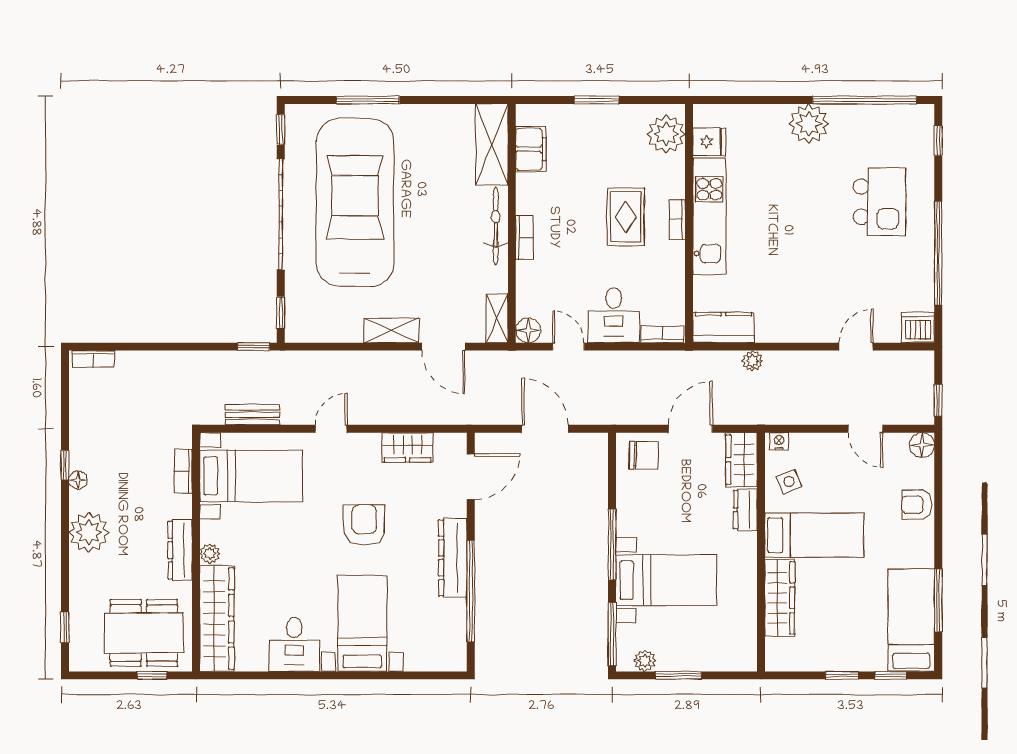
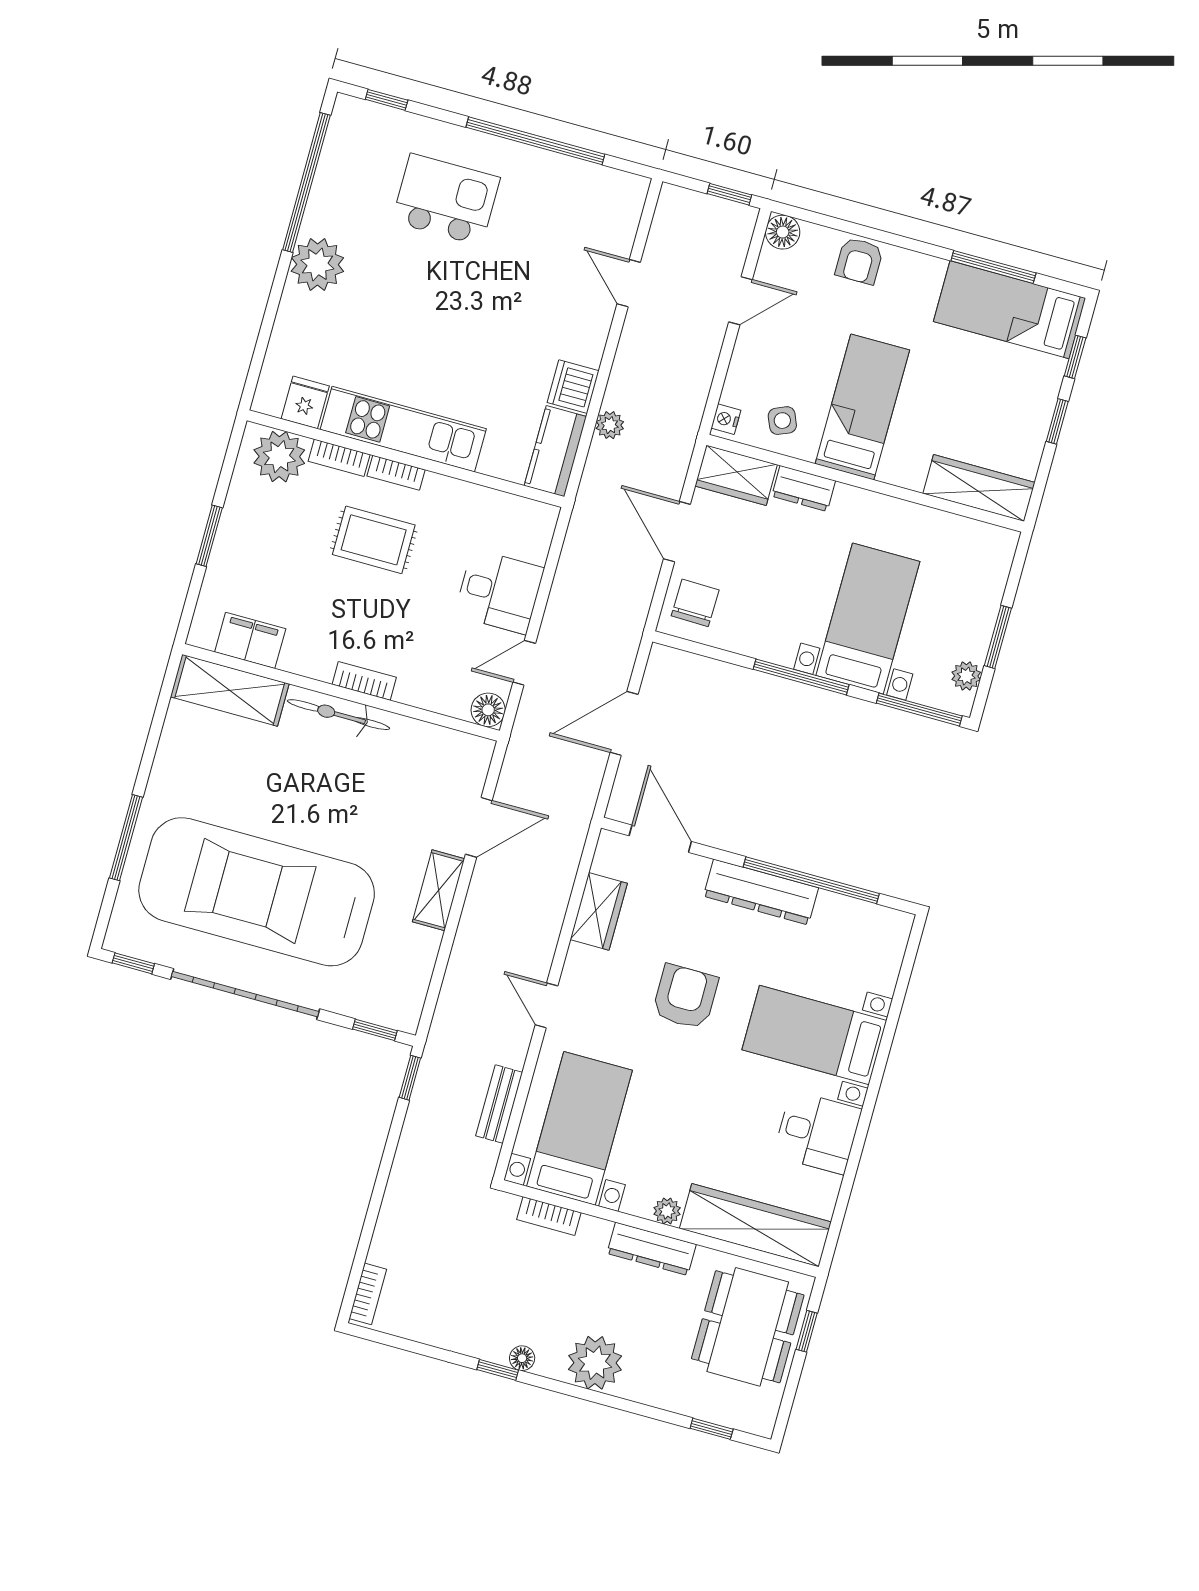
shelving: (497, 318) -> (461, 747), removed
dishwasher: (918, 327) -> (573, 387), moved
bookcase: (662, 334) -> (339, 458), moved, turned -90
armchair: (364, 525) -> (685, 997), turned 90
wardrobe: (780, 598) -> (979, 488), moved

